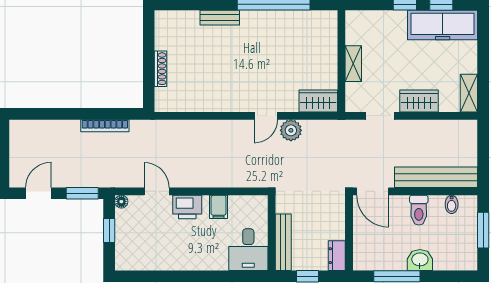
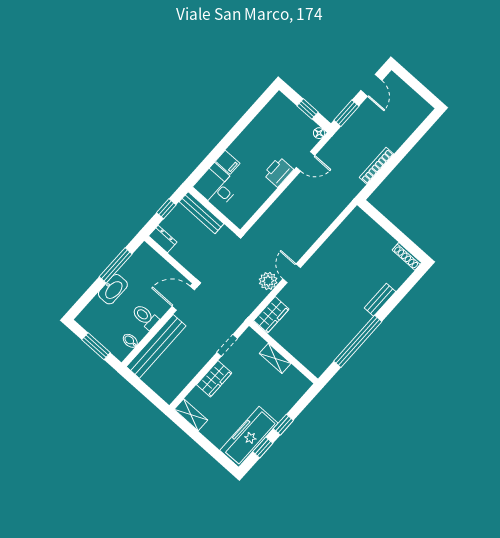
shoe rack: (161, 69) -> (407, 256), moved
filing cabinet: (219, 207) -> (228, 162), moved, turned 180
washbasin: (420, 260) -> (113, 289), width x1.38

